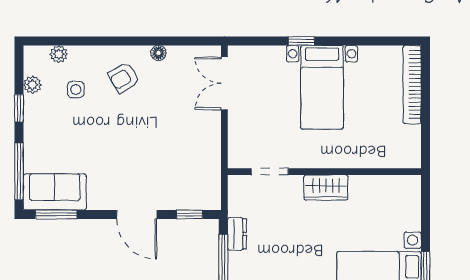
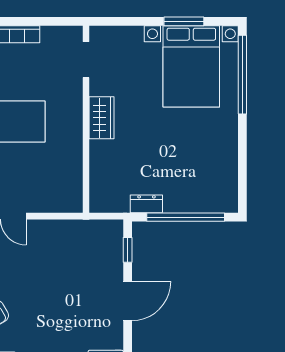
doorway: (270, 172) -> (86, 60), moved

